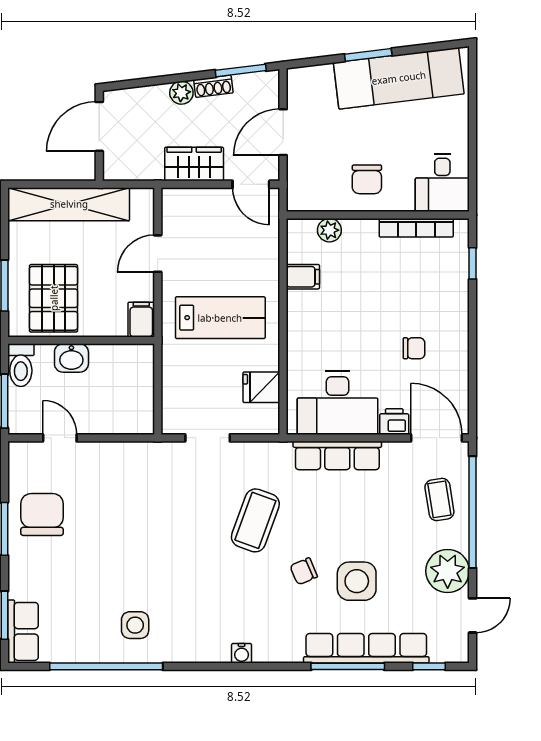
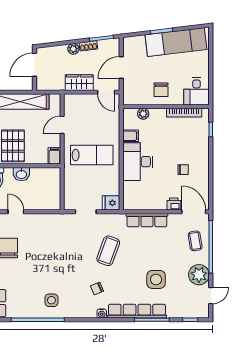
fridge: (261, 387) -> (111, 203), moved
desk: (338, 403) -> (138, 162), moved, turned 90
chair: (304, 571) -> (97, 289), moved
row of seats: (366, 648) -> (137, 311), moved

